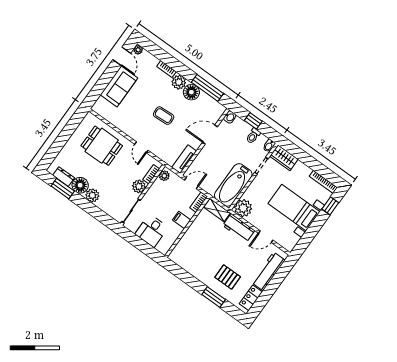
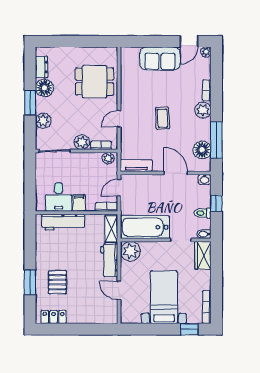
floor lamp: (191, 92) -> (202, 150), moved
dining table: (102, 146) -> (95, 82), turned 90
door: (191, 183) -> (119, 188), swing flipped
window: (63, 189) -> (30, 103), moved
plant: (92, 195) -> (43, 121), moved
desk: (152, 231) -> (59, 197), moved, turned -90
workbench: (268, 271) -> (63, 222), moved, turned 180

